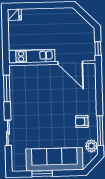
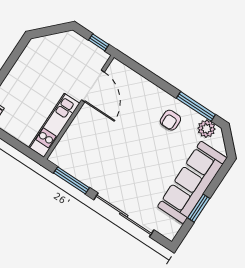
door: (70, 63) -> (93, 86), hinge flipped
sliding door: (8, 133) -> (124, 215), width x1.86

